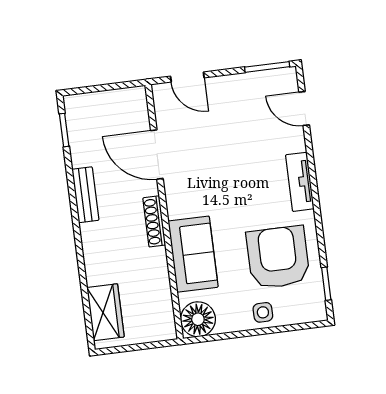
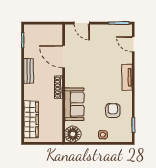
armchair: (278, 257) -> (113, 111), width x0.53, depth x0.53
wardrobe: (105, 312) -> (31, 119), width x1.50

